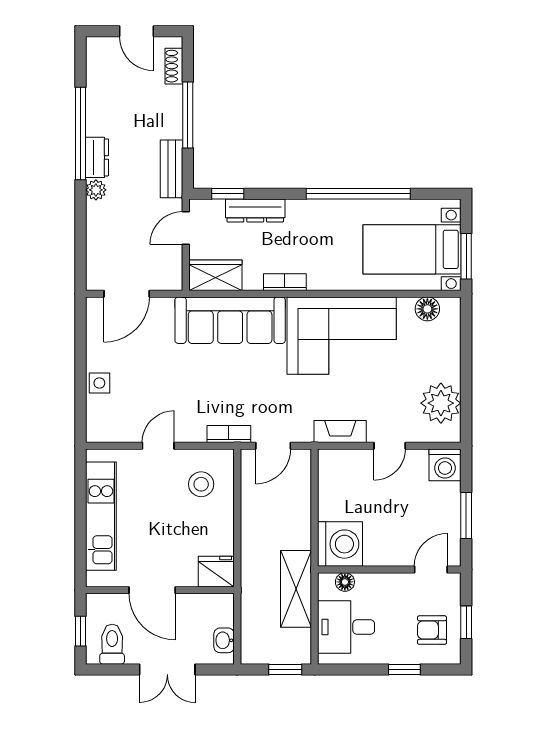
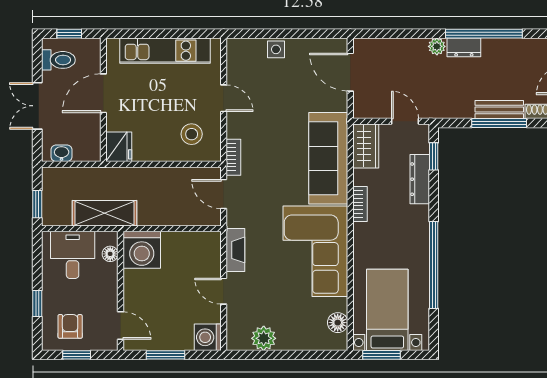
bench: (172, 169) -> (499, 109), moved
plant: (441, 403) -> (264, 338), width x0.73, depth x0.73

